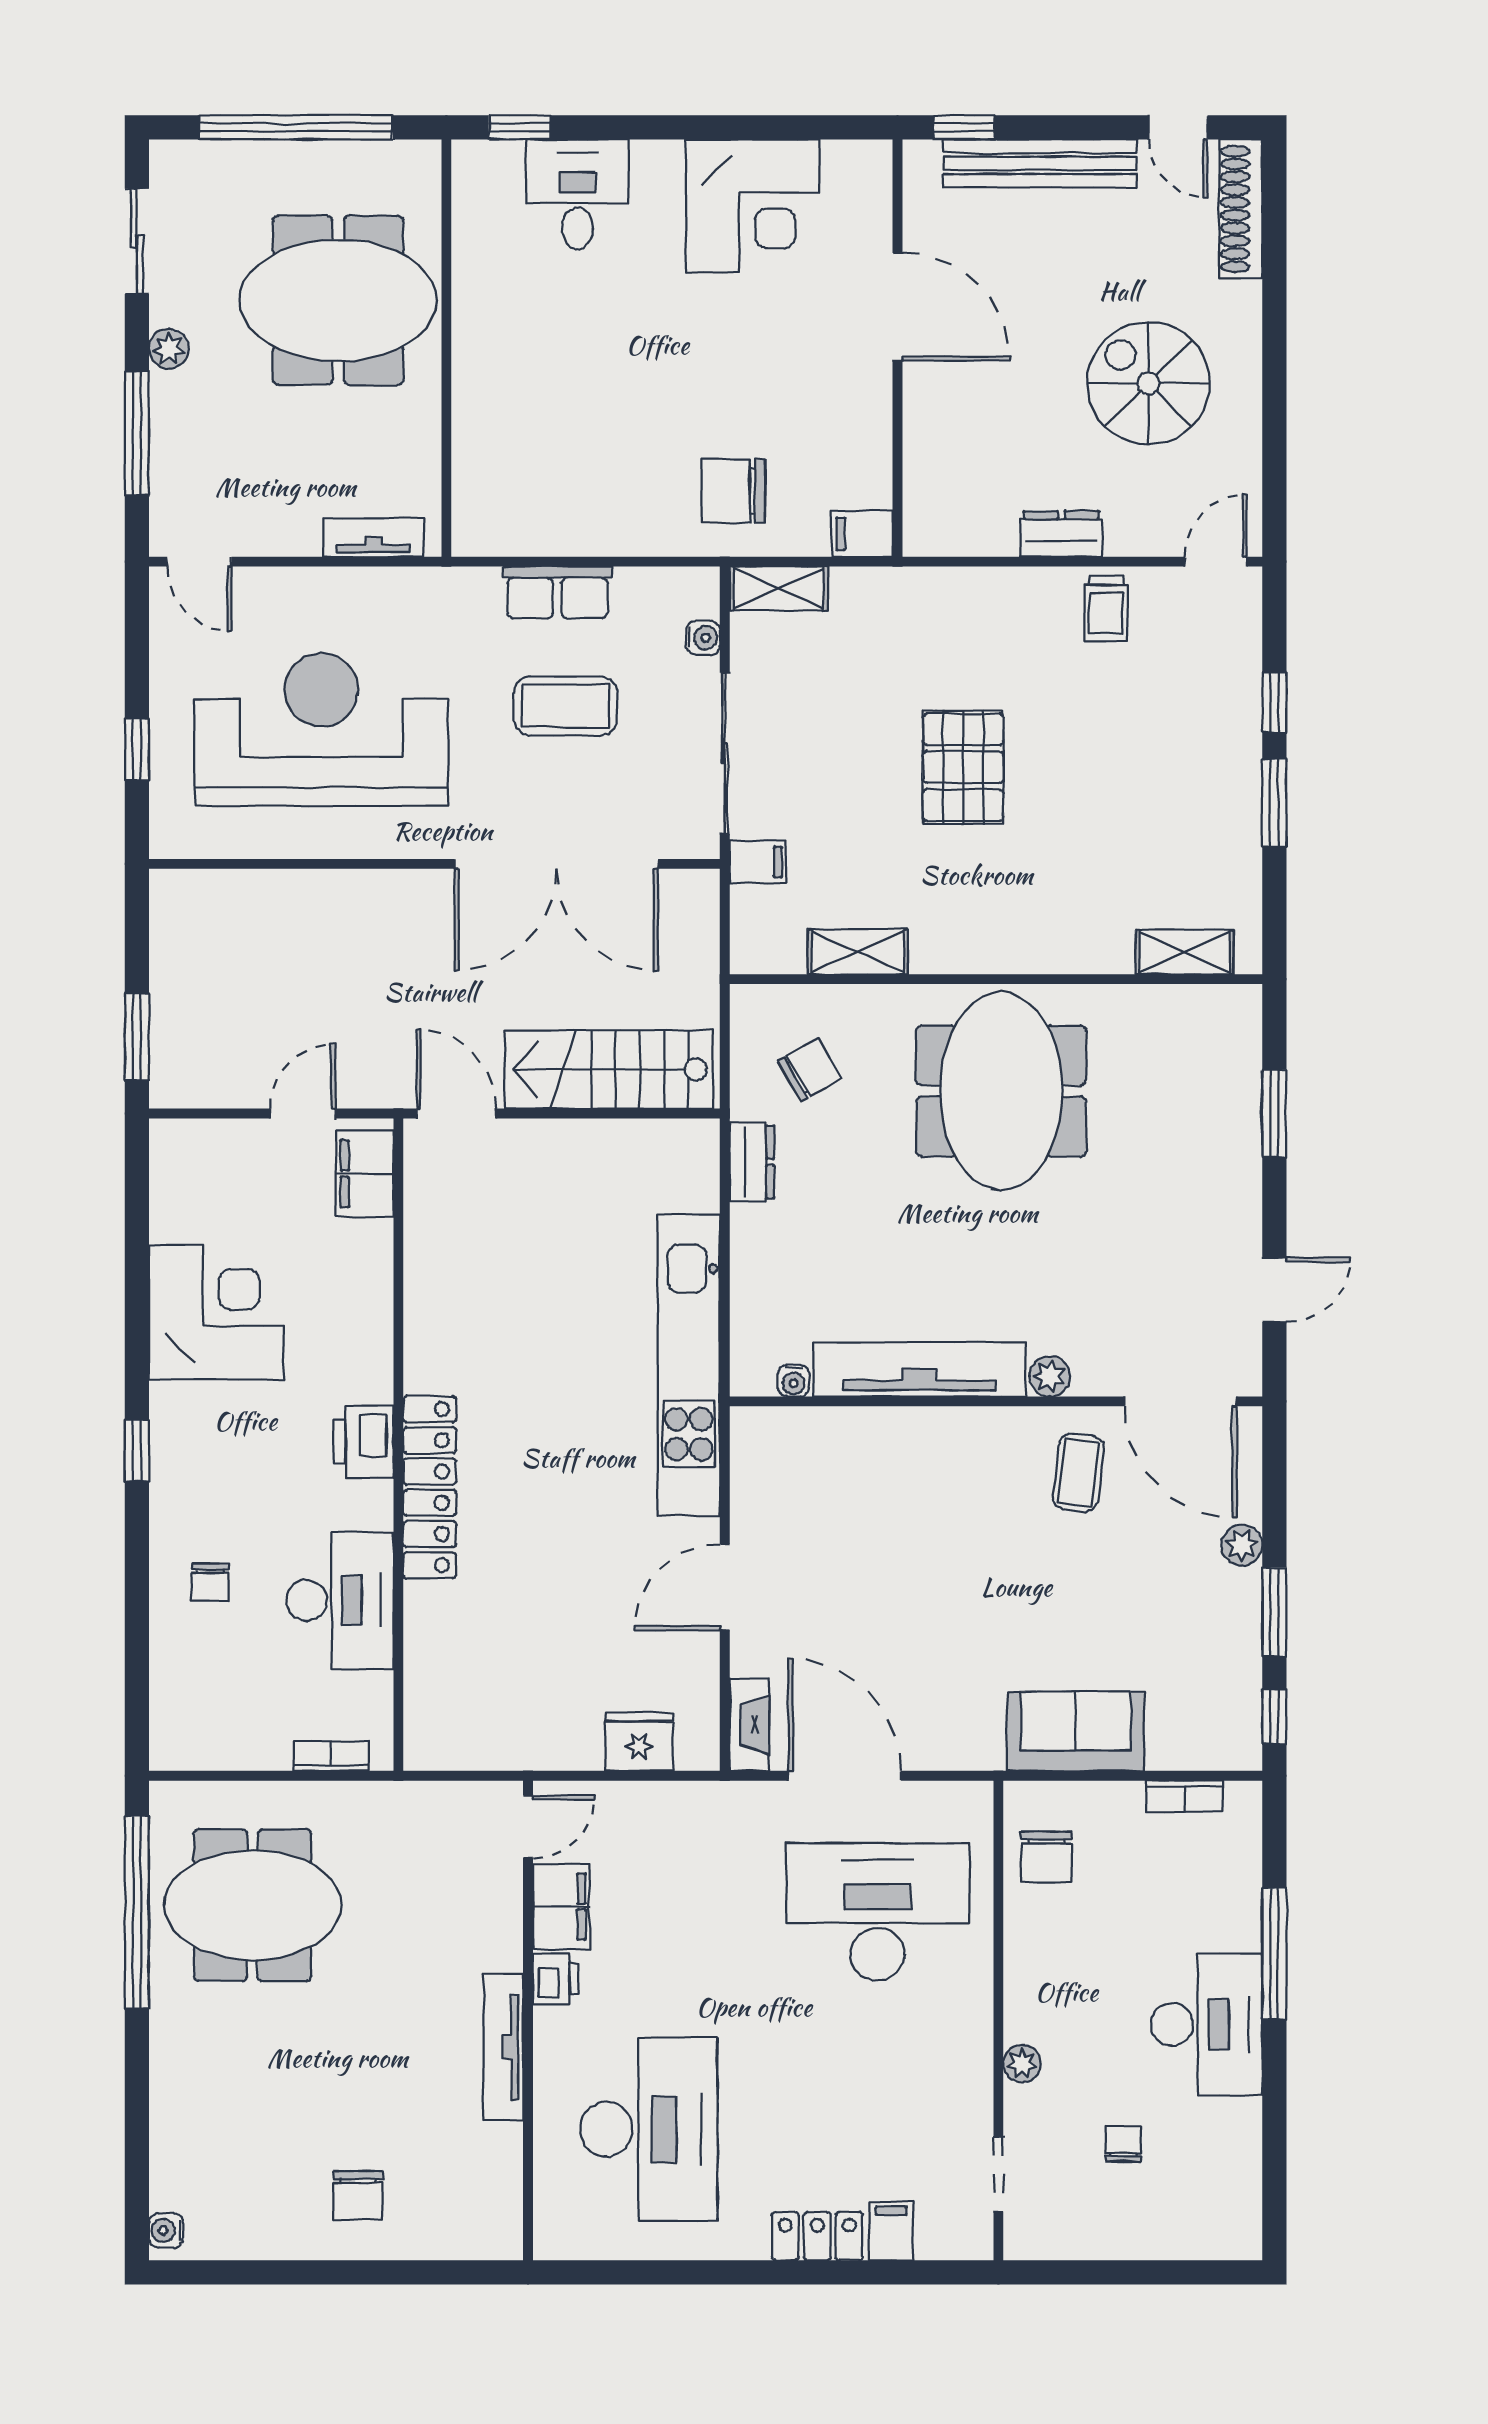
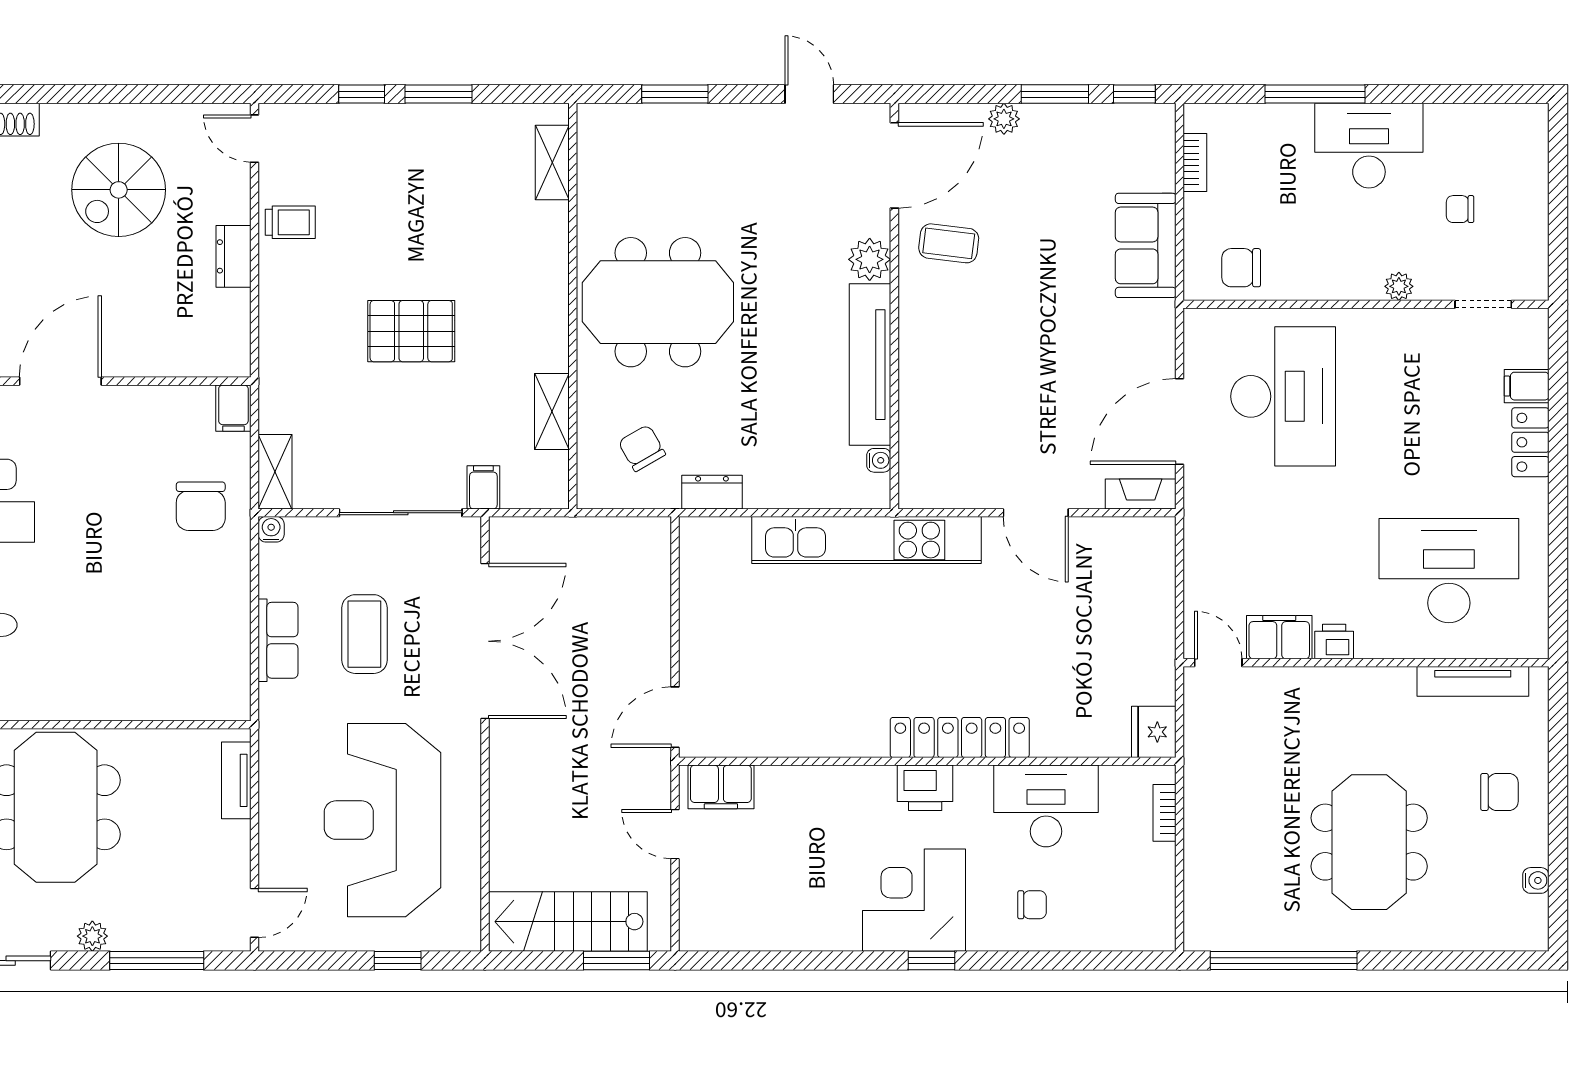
water cooler: (703, 638) -> (271, 529), moved
stairs: (609, 1069) -> (568, 922), moved, turned 90
corner desk: (216, 1312) -> (914, 900), moved
plant: (1050, 1376) -> (870, 259), width x1.38, depth x1.38
fridge: (639, 1742) -> (1154, 732), moved
chair: (1046, 1857) -> (1241, 268), turned 180
meeting table: (253, 1905) -> (1369, 842), moved
desk: (878, 1912) -> (1283, 396), turned 180
tv unit: (503, 2047) -> (1473, 681), moved
water cooler: (166, 2230) -> (1536, 880), moved, turned -90

